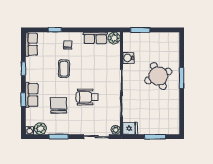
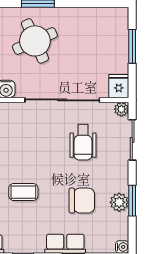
wheelchair: (87, 97) -> (83, 142), moved
chair: (59, 105) -> (82, 201), turned 180
plant: (40, 129) -> (119, 202), moved

